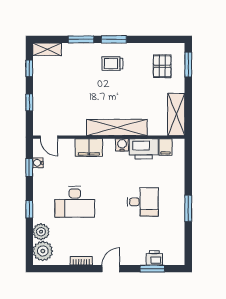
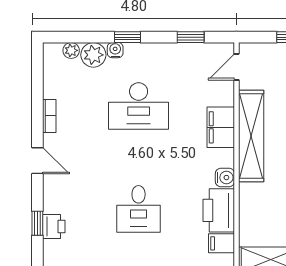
shelving: (117, 127) -> (251, 136), moved
water cooler: (38, 163) -> (115, 50), moved
desk: (75, 202) -> (139, 106), turned -90
plant: (43, 251) -> (71, 50), width x0.53, depth x0.53
window: (152, 269) -> (37, 223), width x0.67

